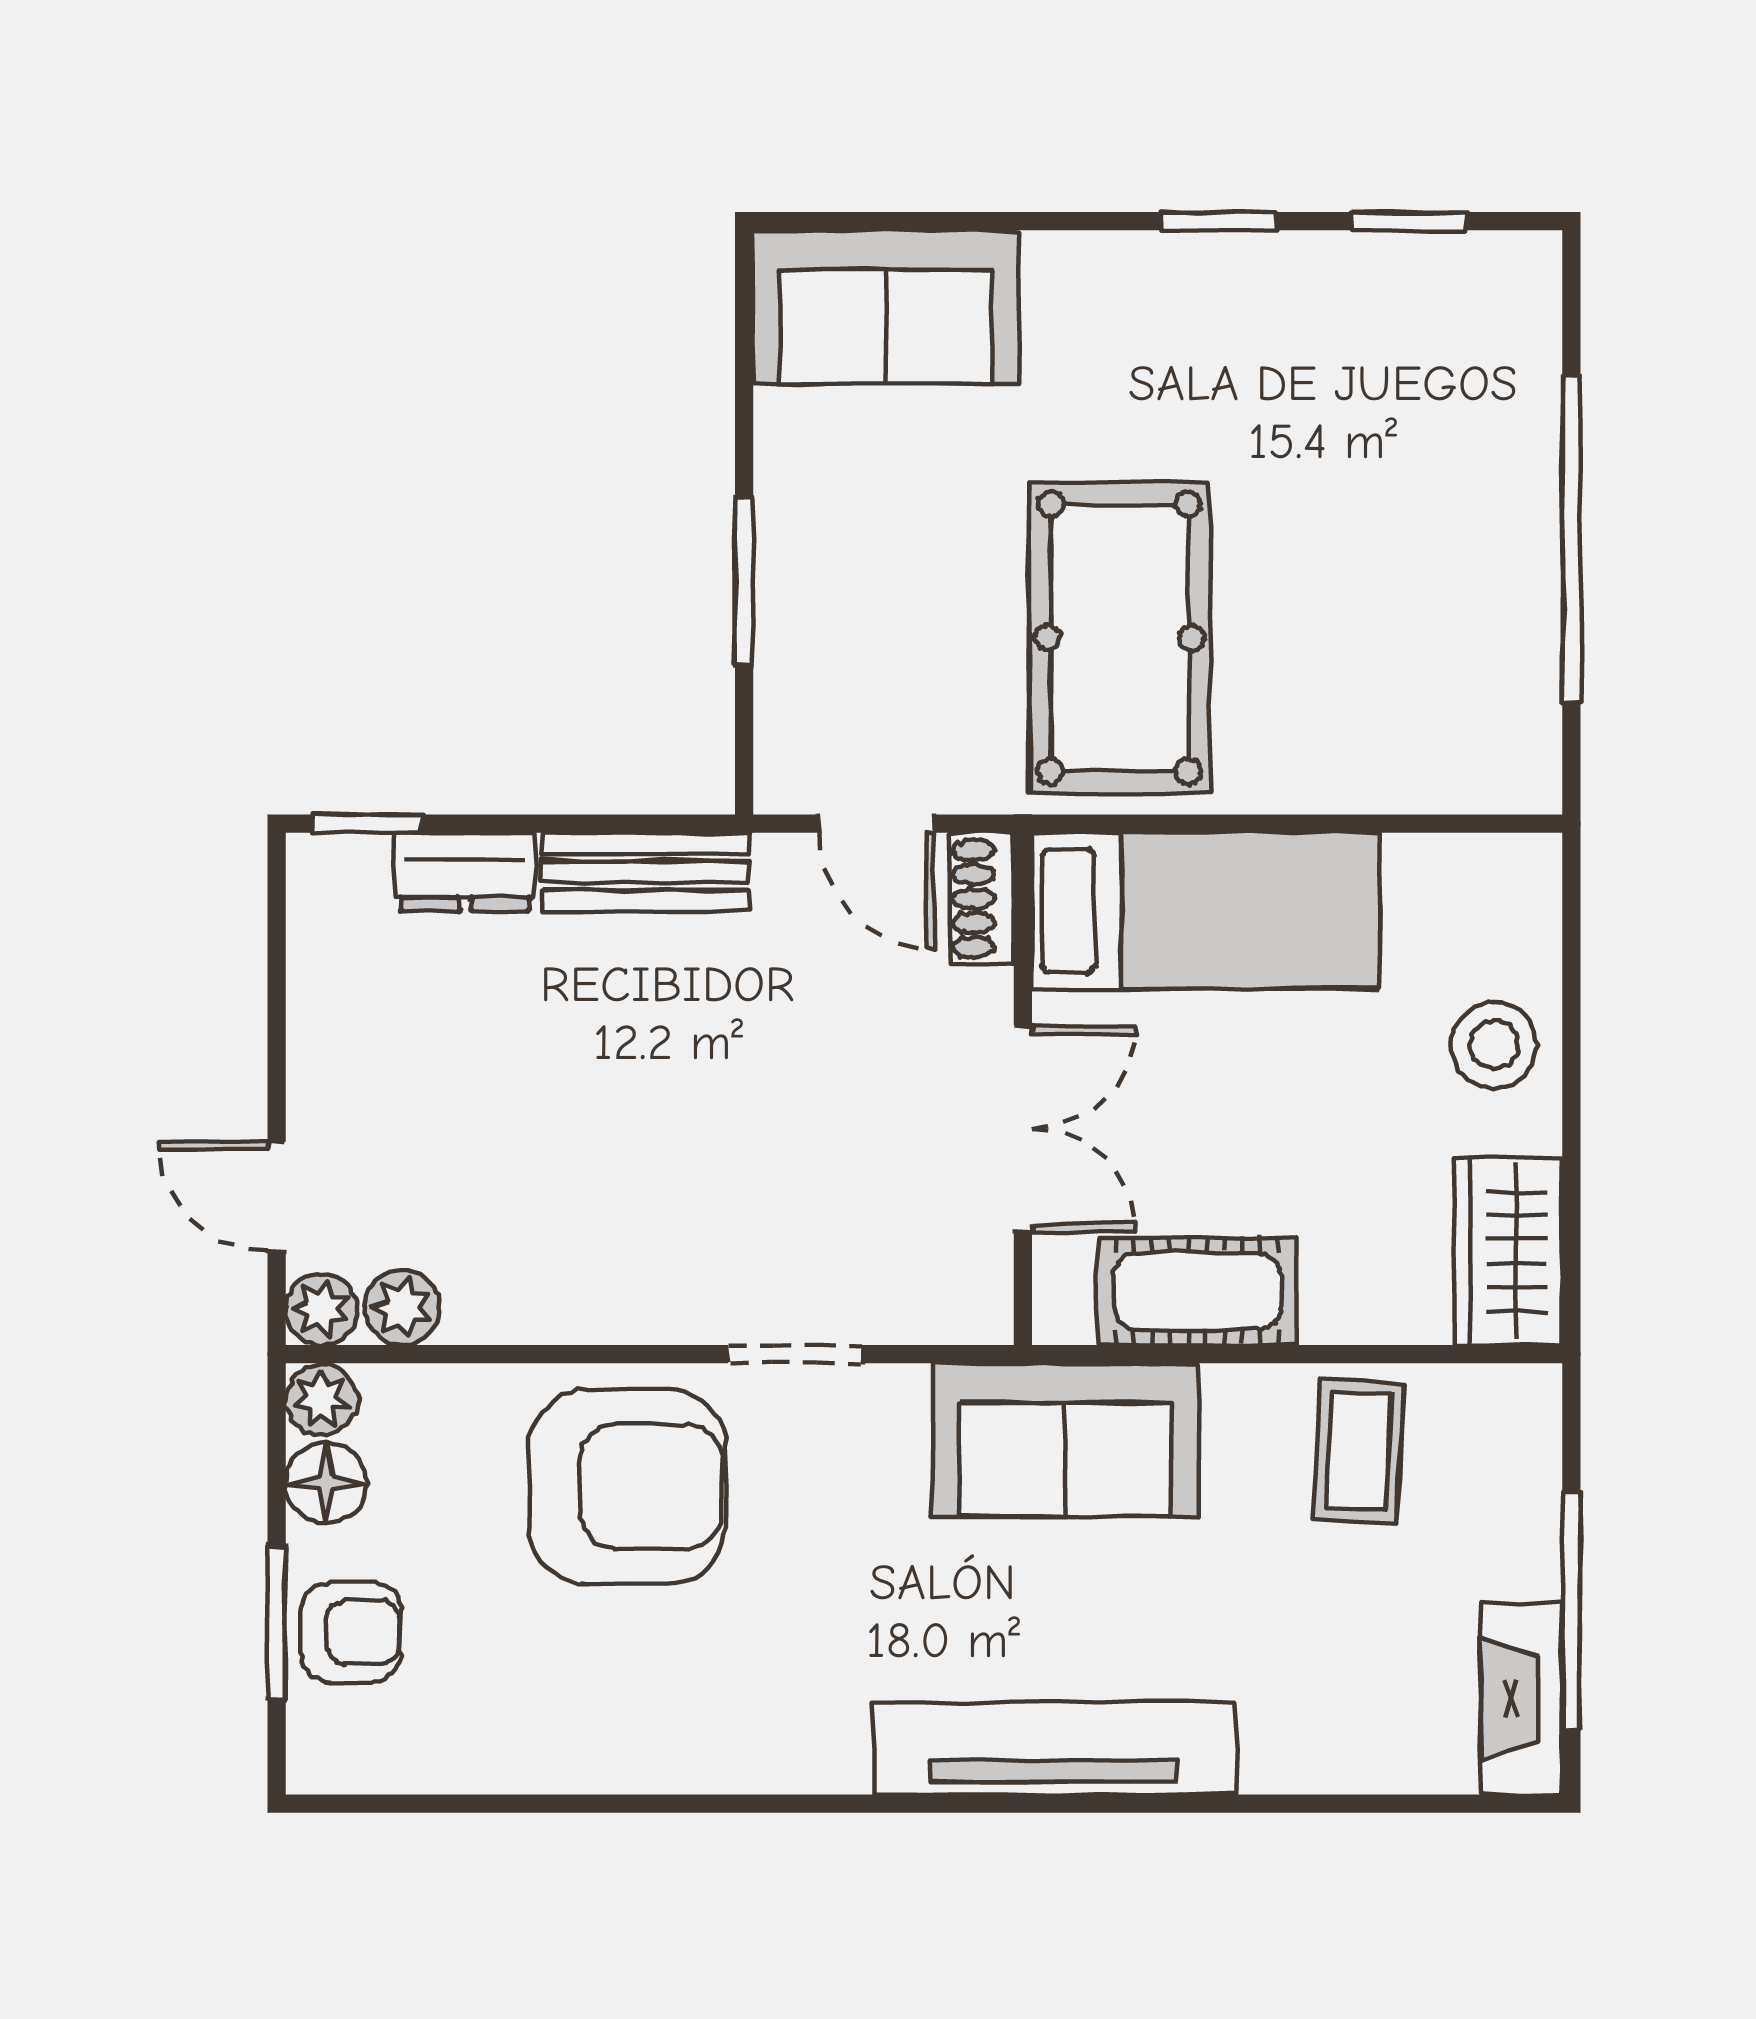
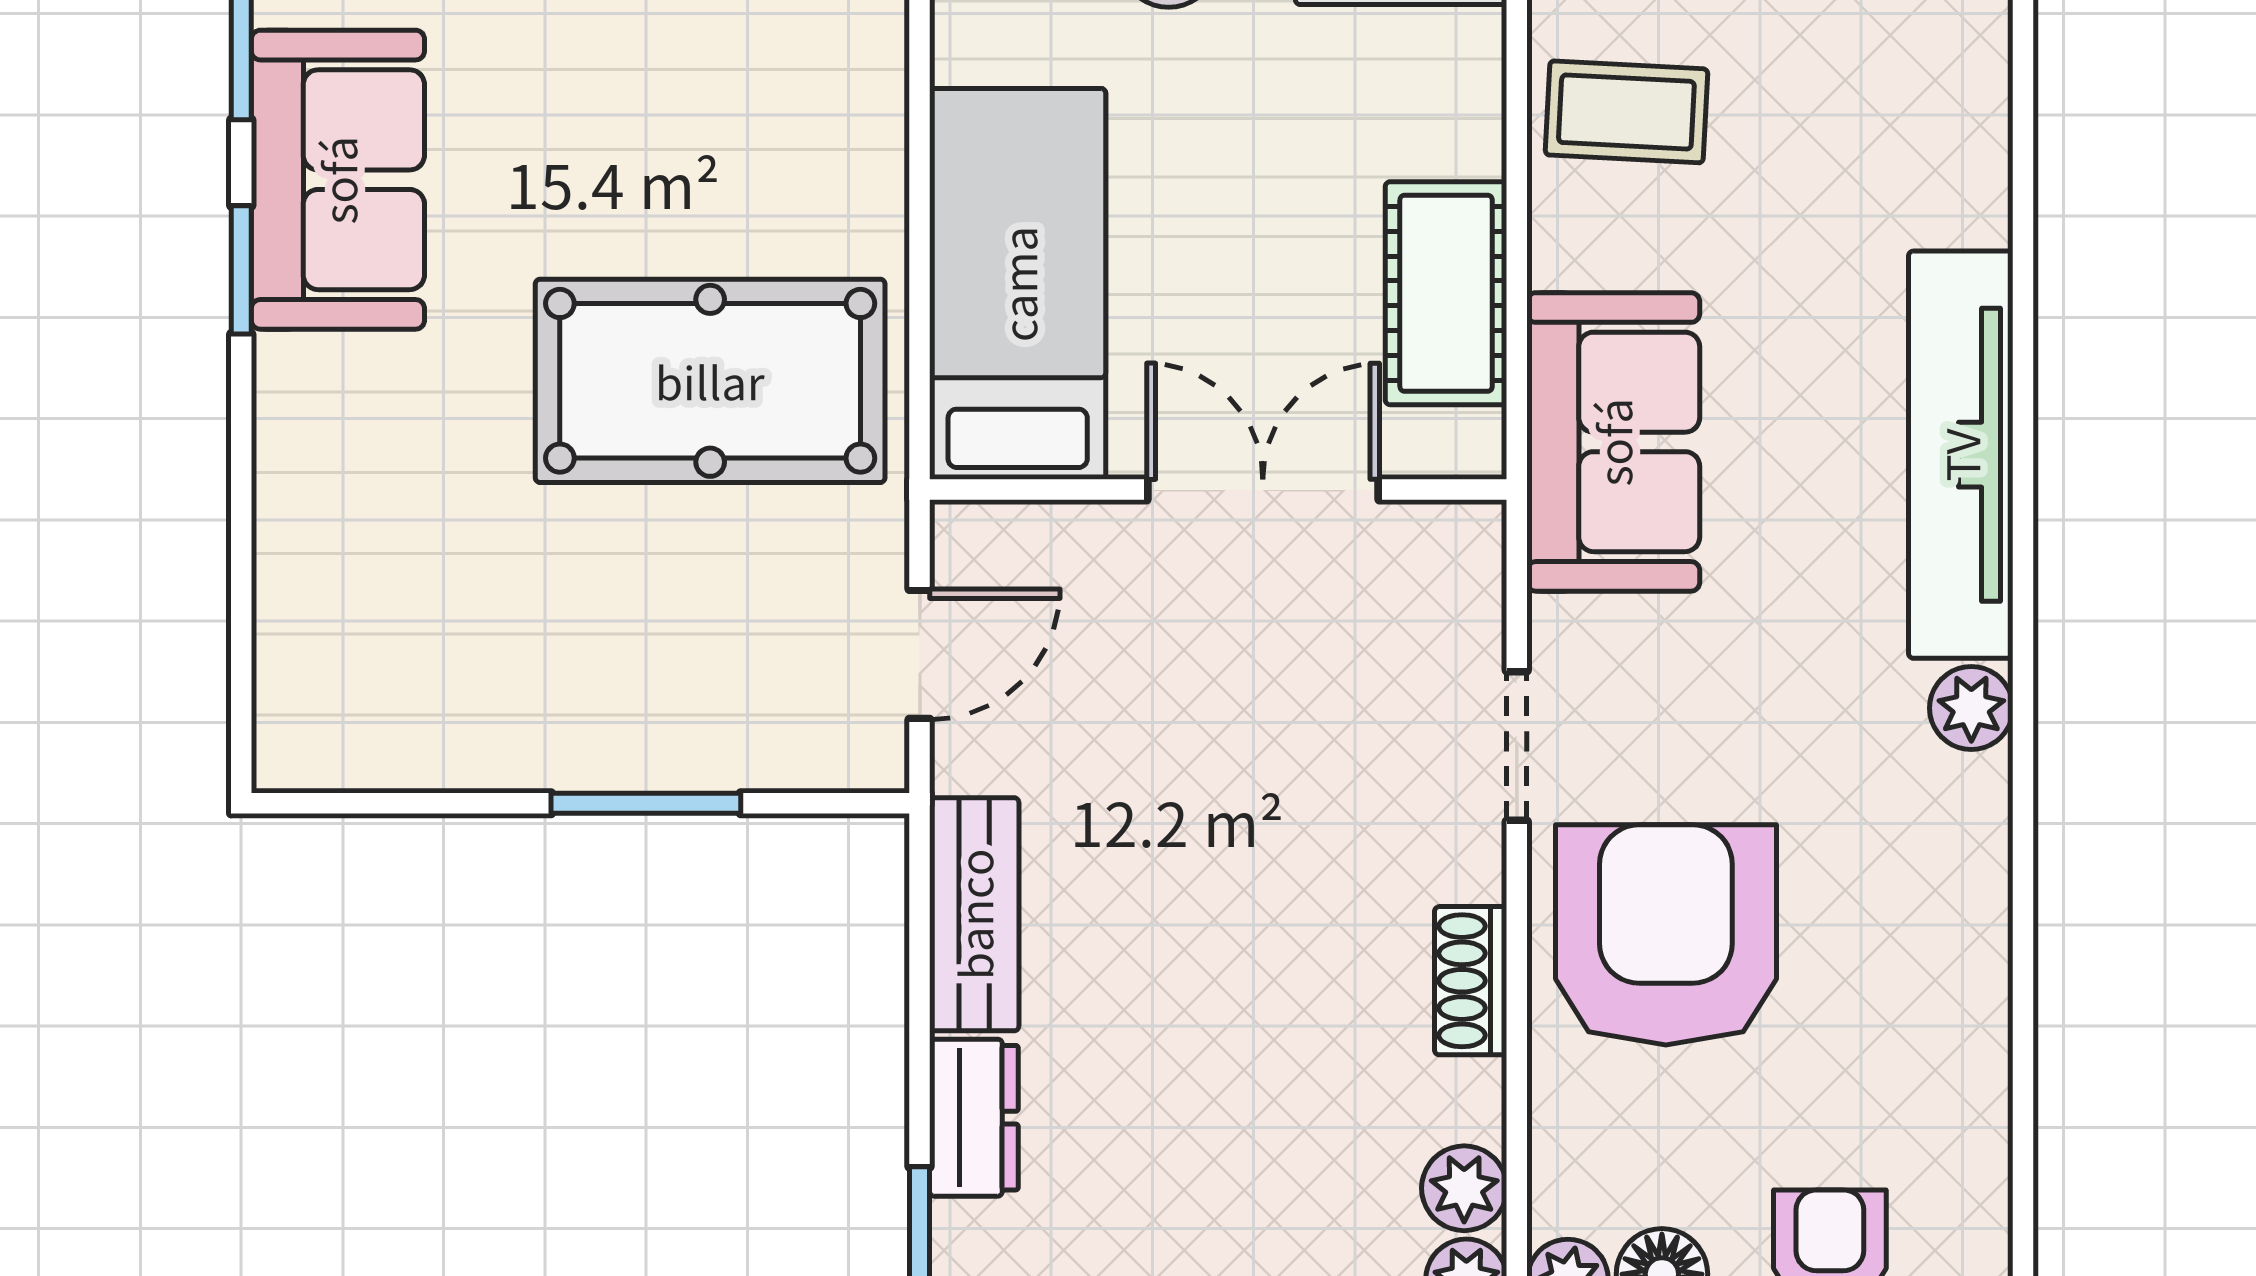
sofa: (886, 307) -> (338, 180), moved
shoe rack: (982, 899) -> (1471, 981), moved, turned 90
plant: (829, 1758) -> (1971, 708), added

